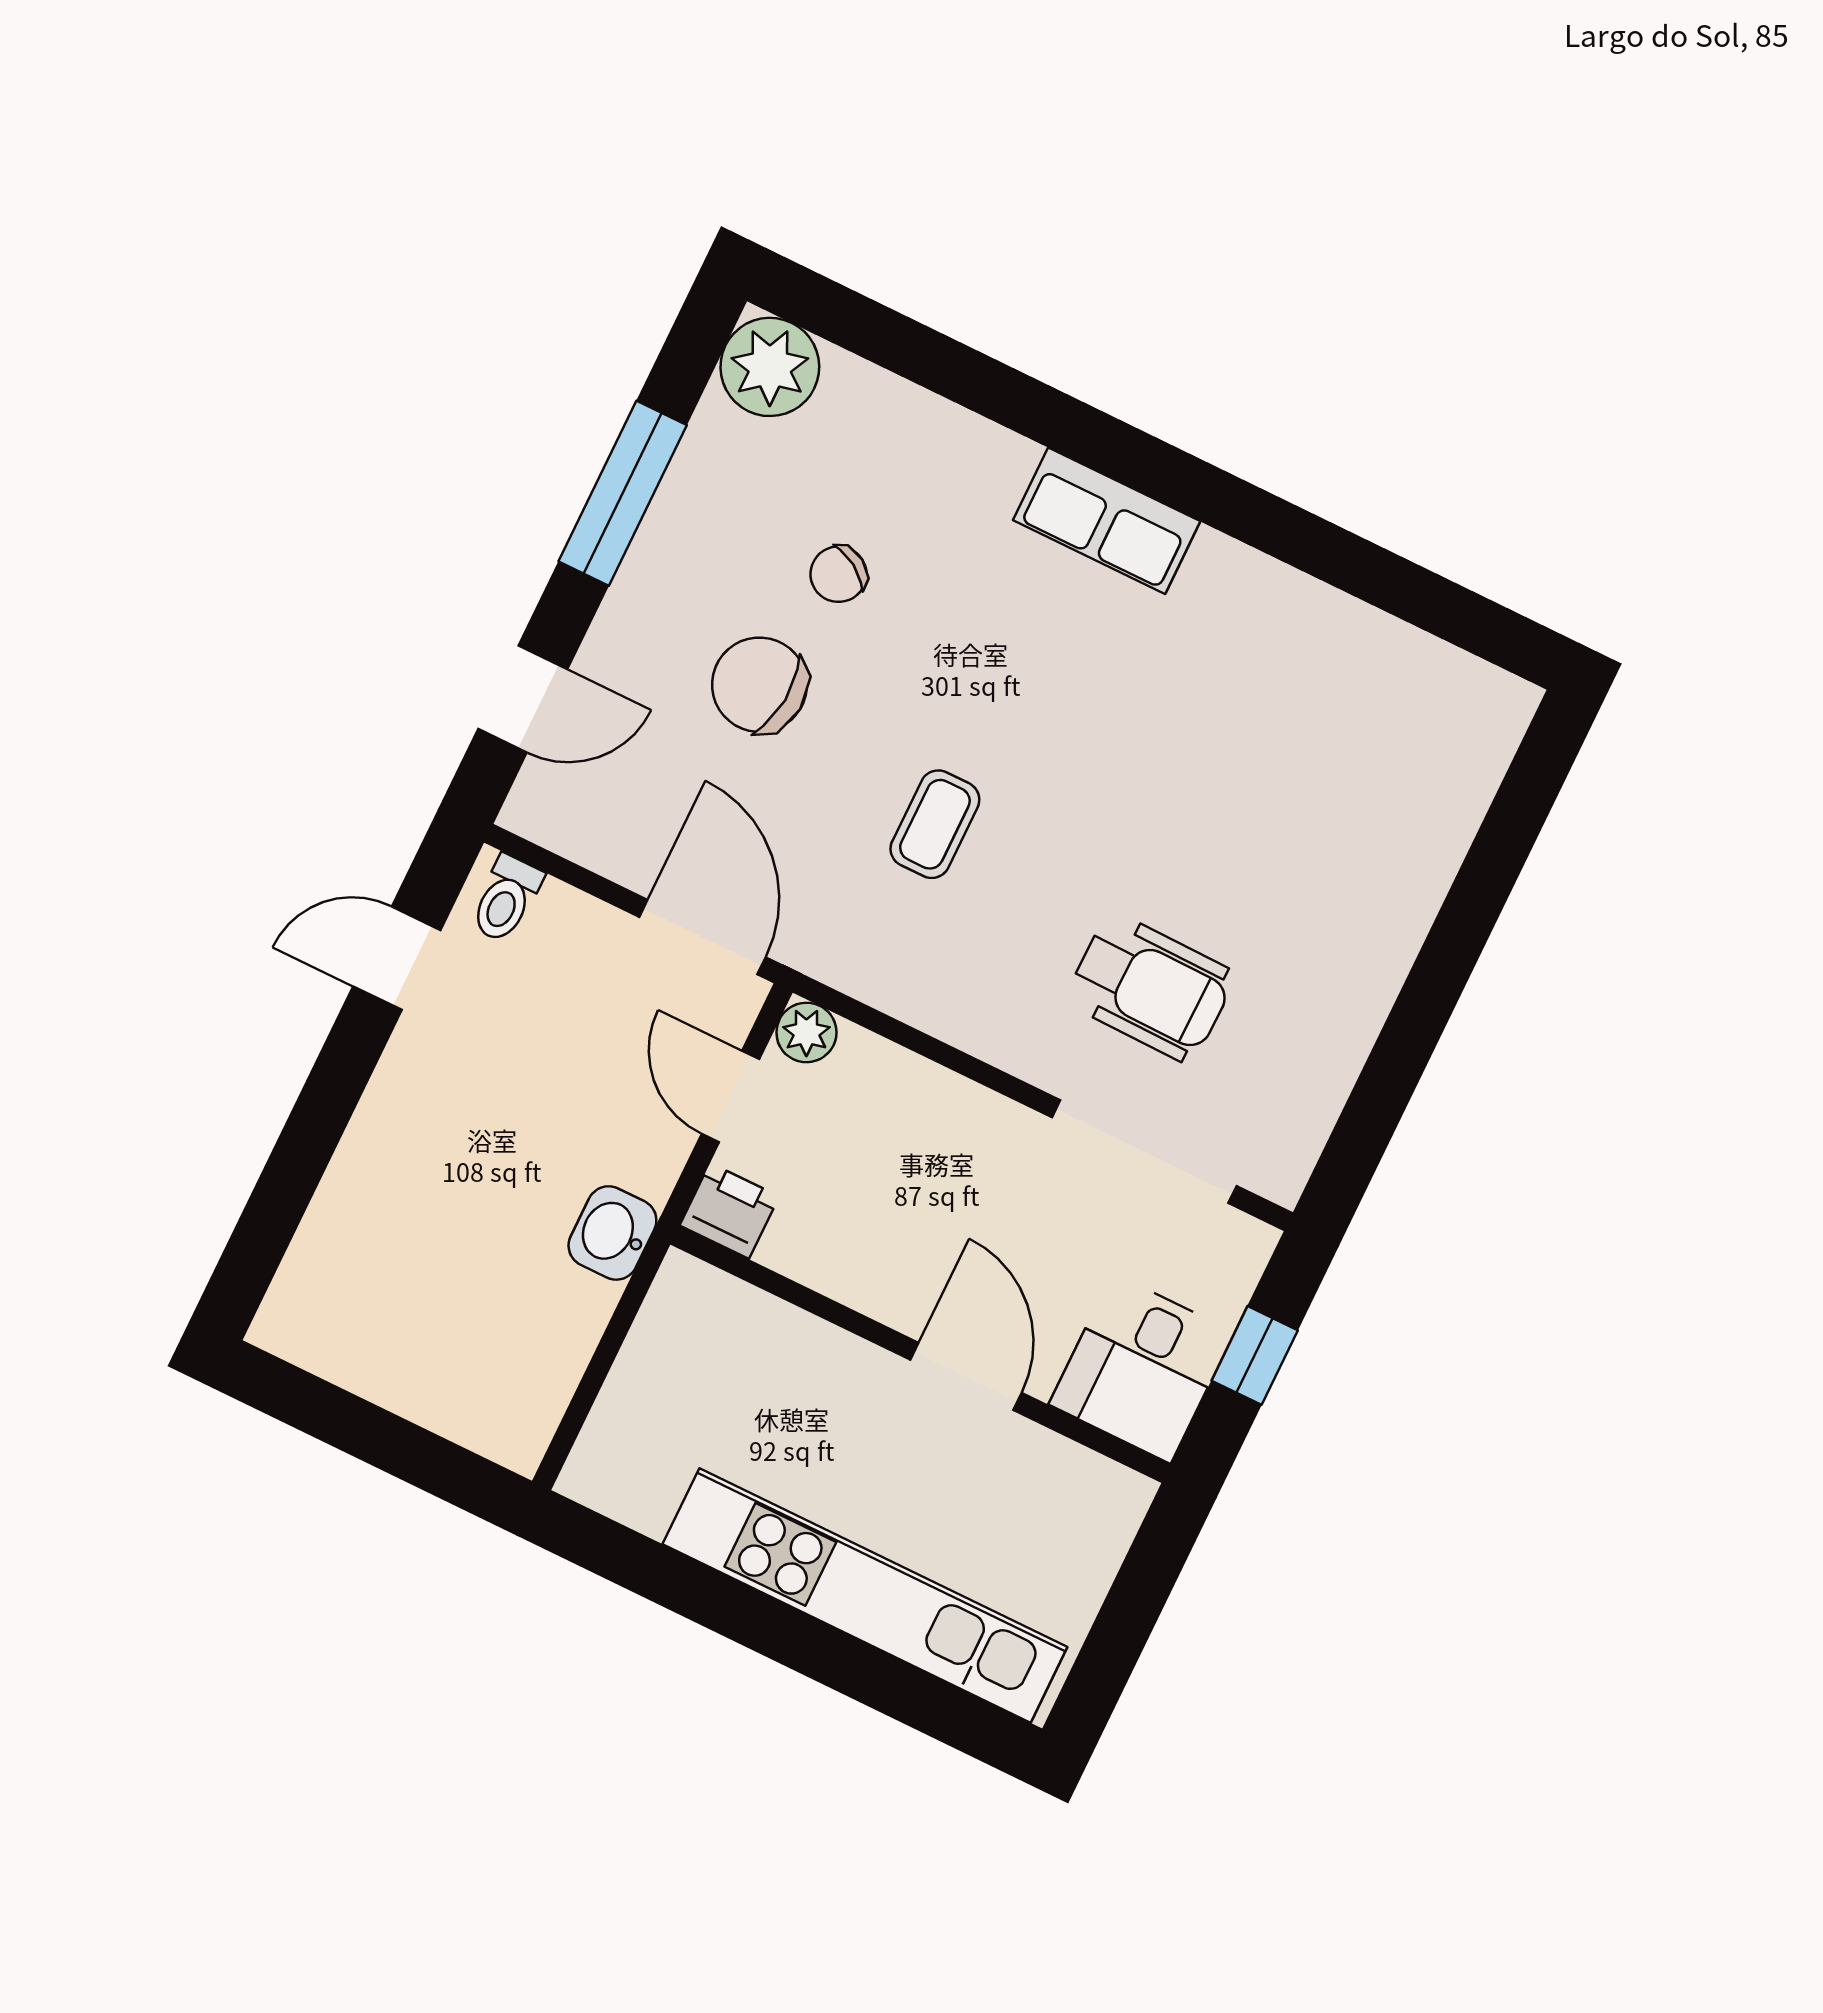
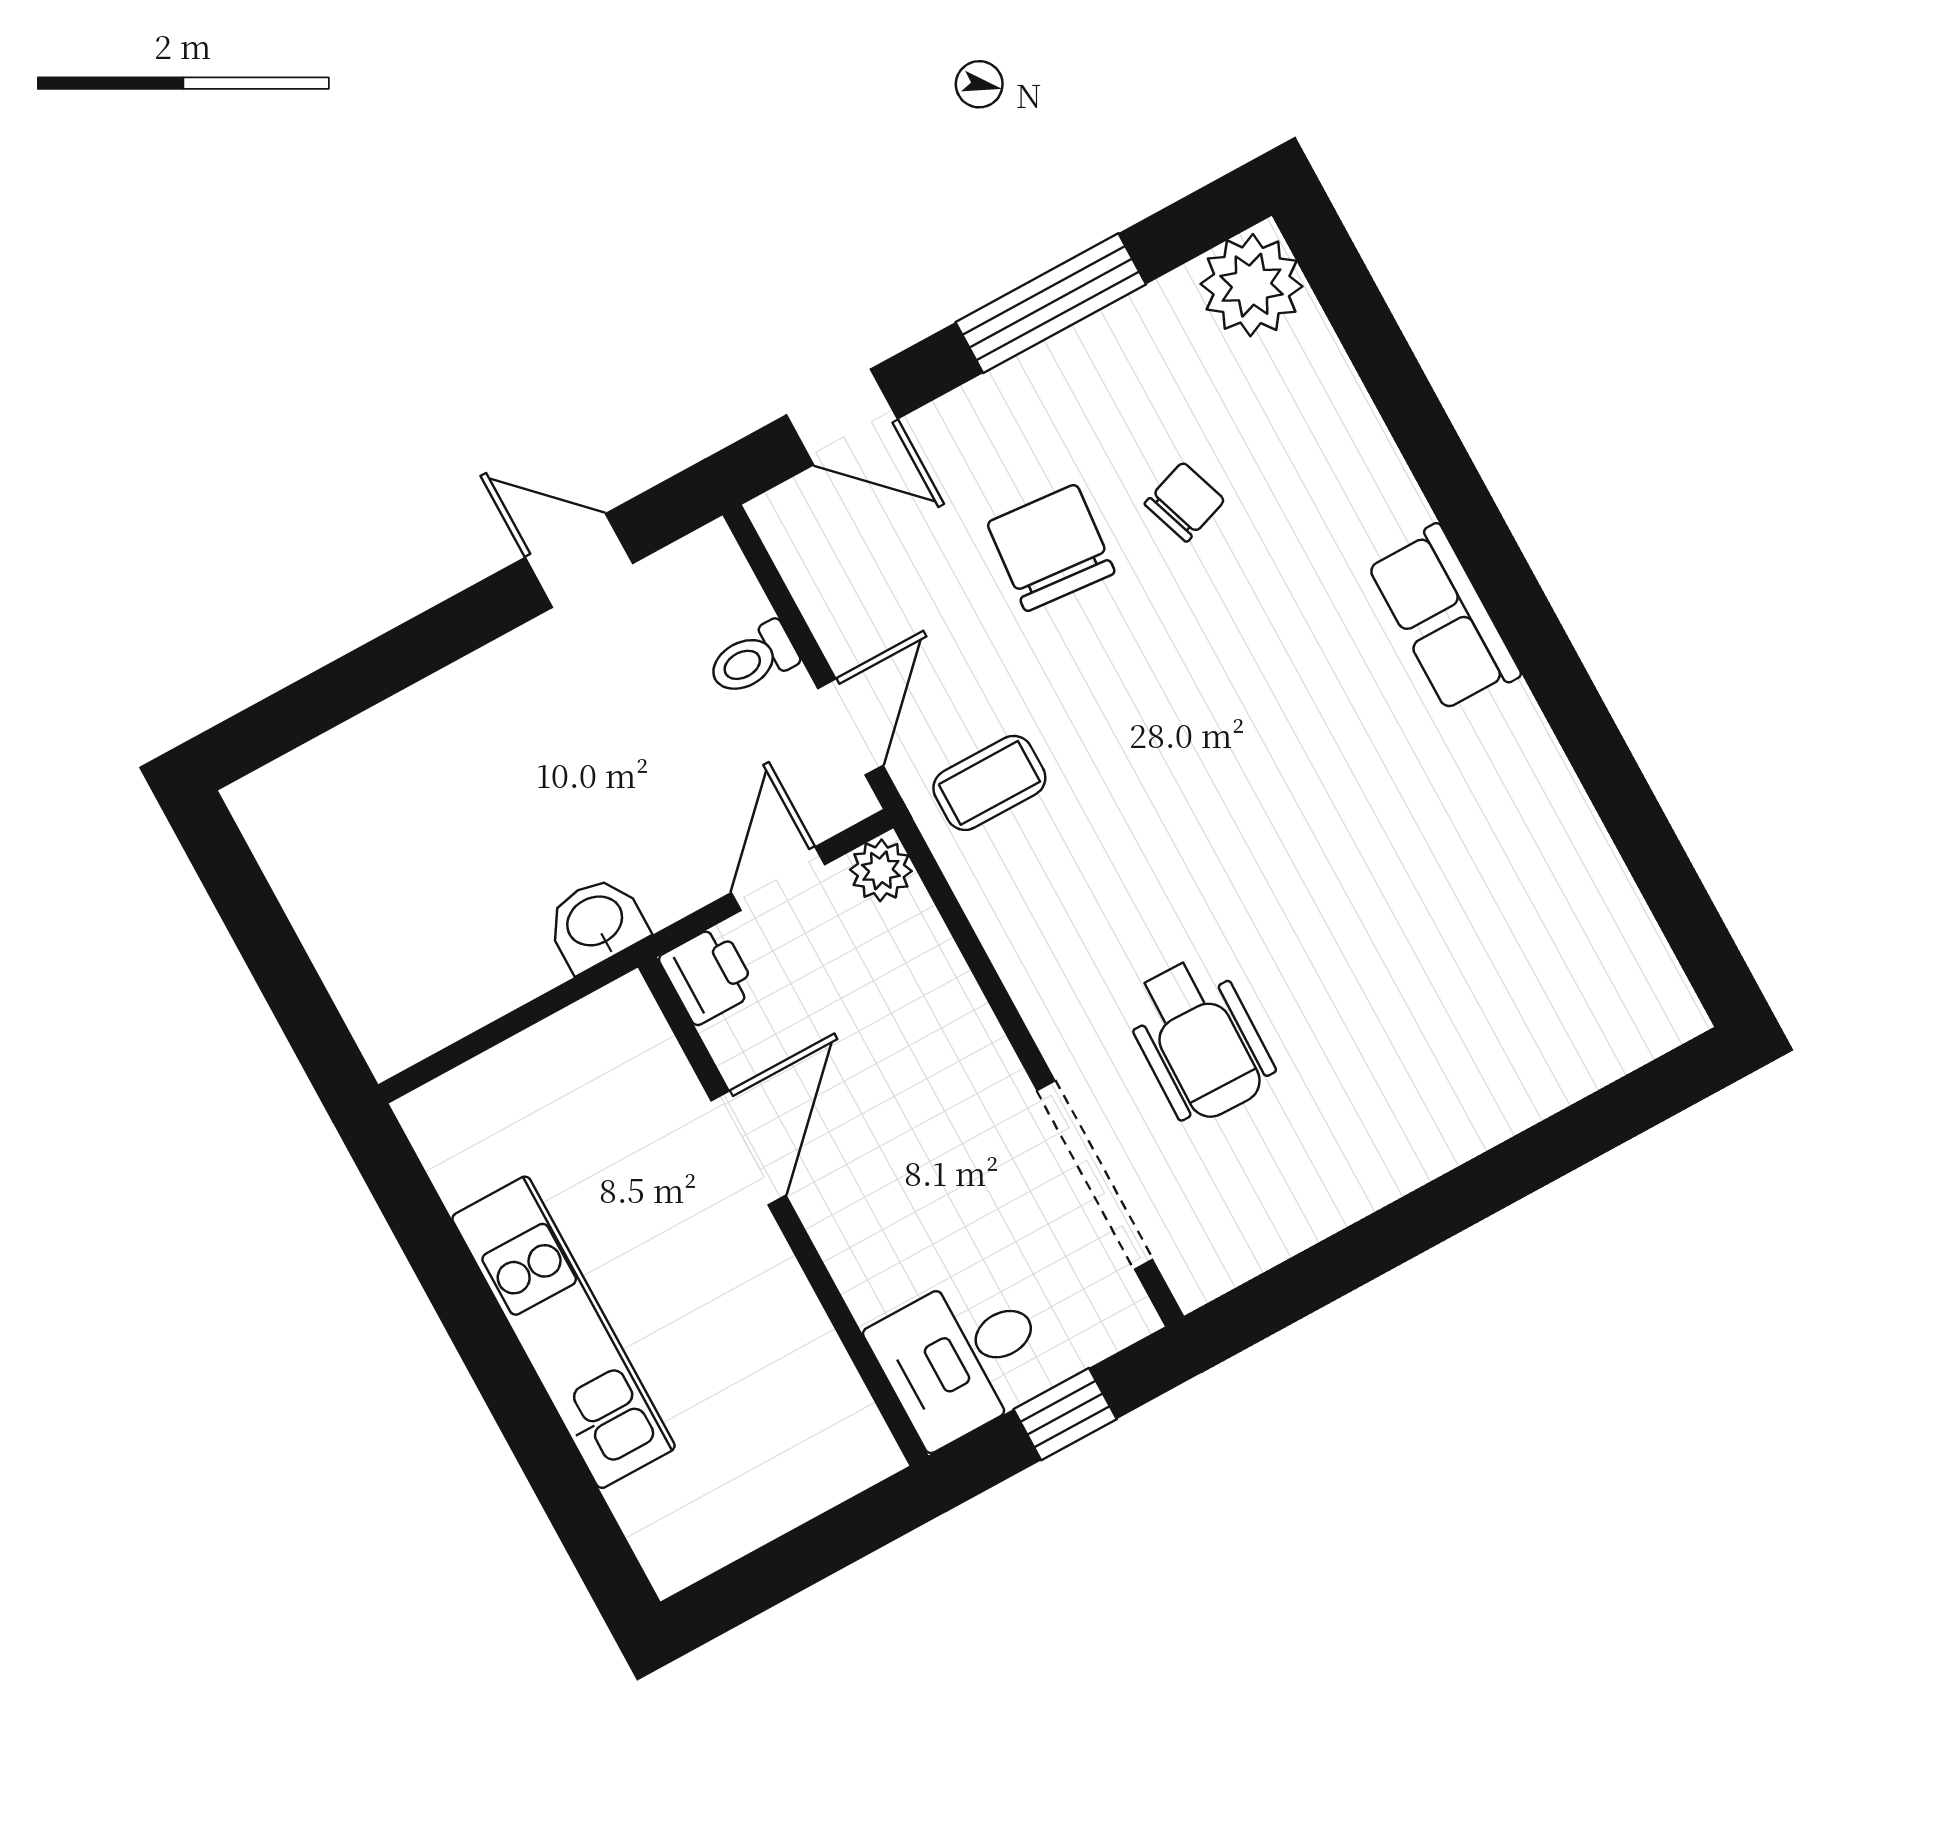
chair: (838, 574) -> (1185, 502), turned 129
coffee table: (935, 824) -> (989, 783), moved
toilet: (506, 899) -> (753, 659), moved
door: (702, 937) -> (850, 727), width x0.73
door: (966, 1376) -> (749, 1148), moved
kitchen unit: (865, 1595) -> (563, 1332), width x0.73

